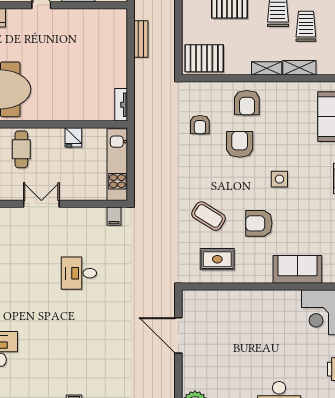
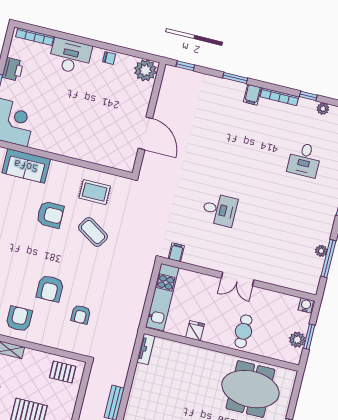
pallet: (204, 58) -> (63, 372), width x0.67, depth x0.71
armchair: (247, 103) -> (19, 319), moved
armchair: (200, 125) -> (81, 314), turned 180
side table: (279, 179) -> (22, 249), removed

